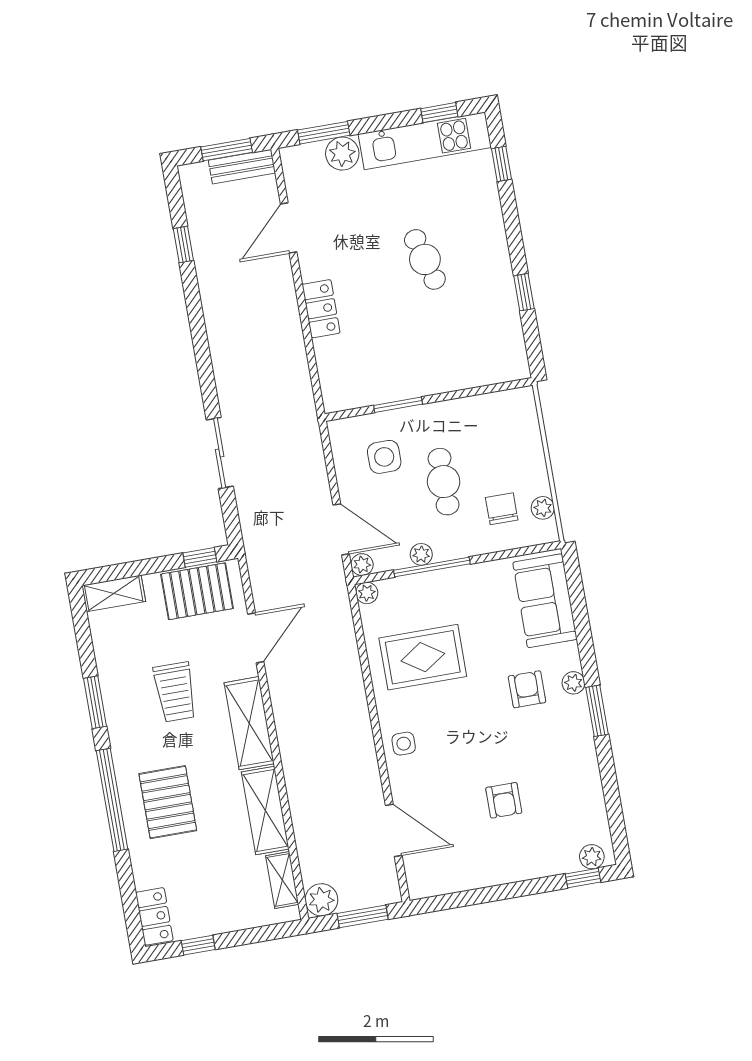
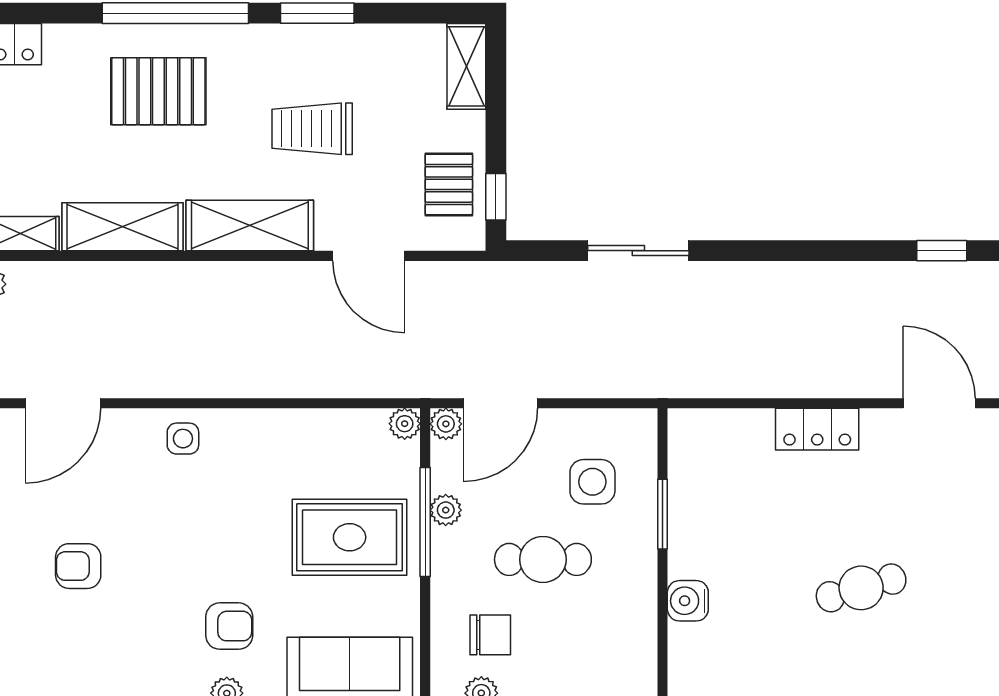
water cooler: (455, 377) -> (688, 601), added
pallet: (197, 591) -> (449, 184), width x0.67, depth x0.71
rug: (423, 657) -> (350, 537), moved, turned 90

